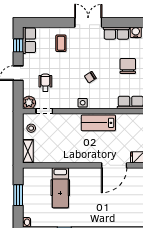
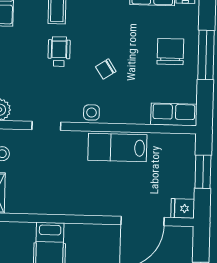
wheelchair: (45, 83) -> (59, 52), moved
doorway: (44, 111) -> (46, 126), moved

